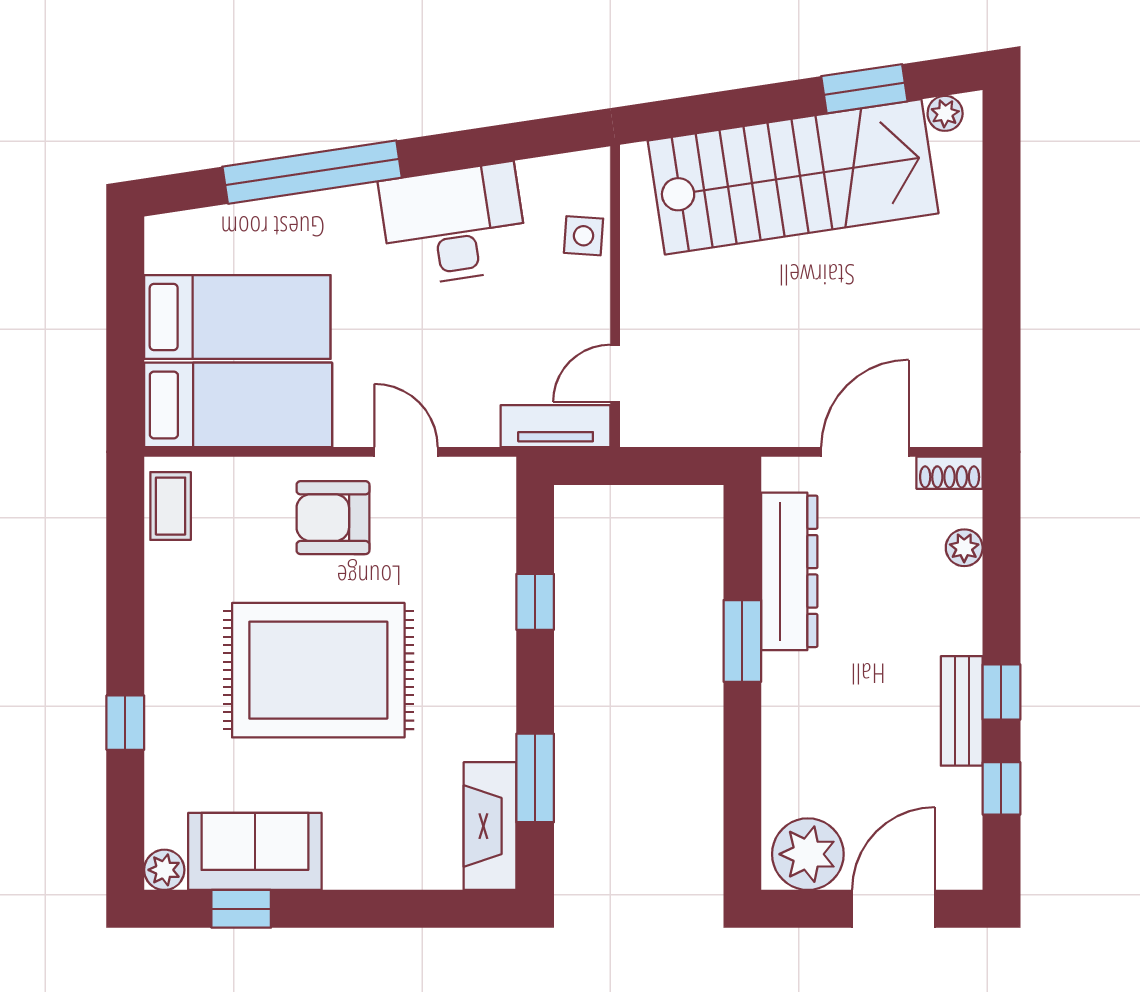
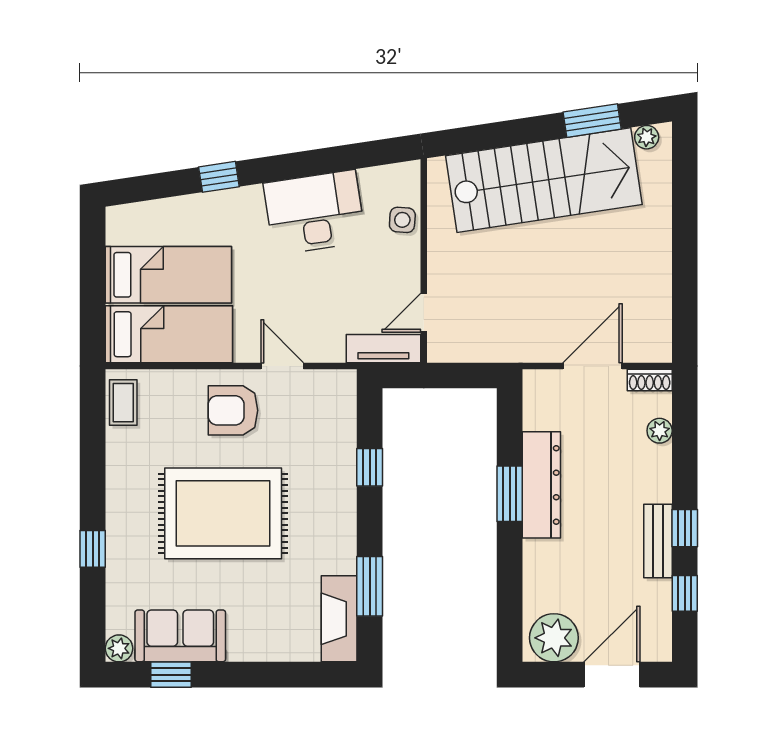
window: (312, 172) -> (219, 177), width x0.32
dresser: (789, 571) -> (541, 485), moved

